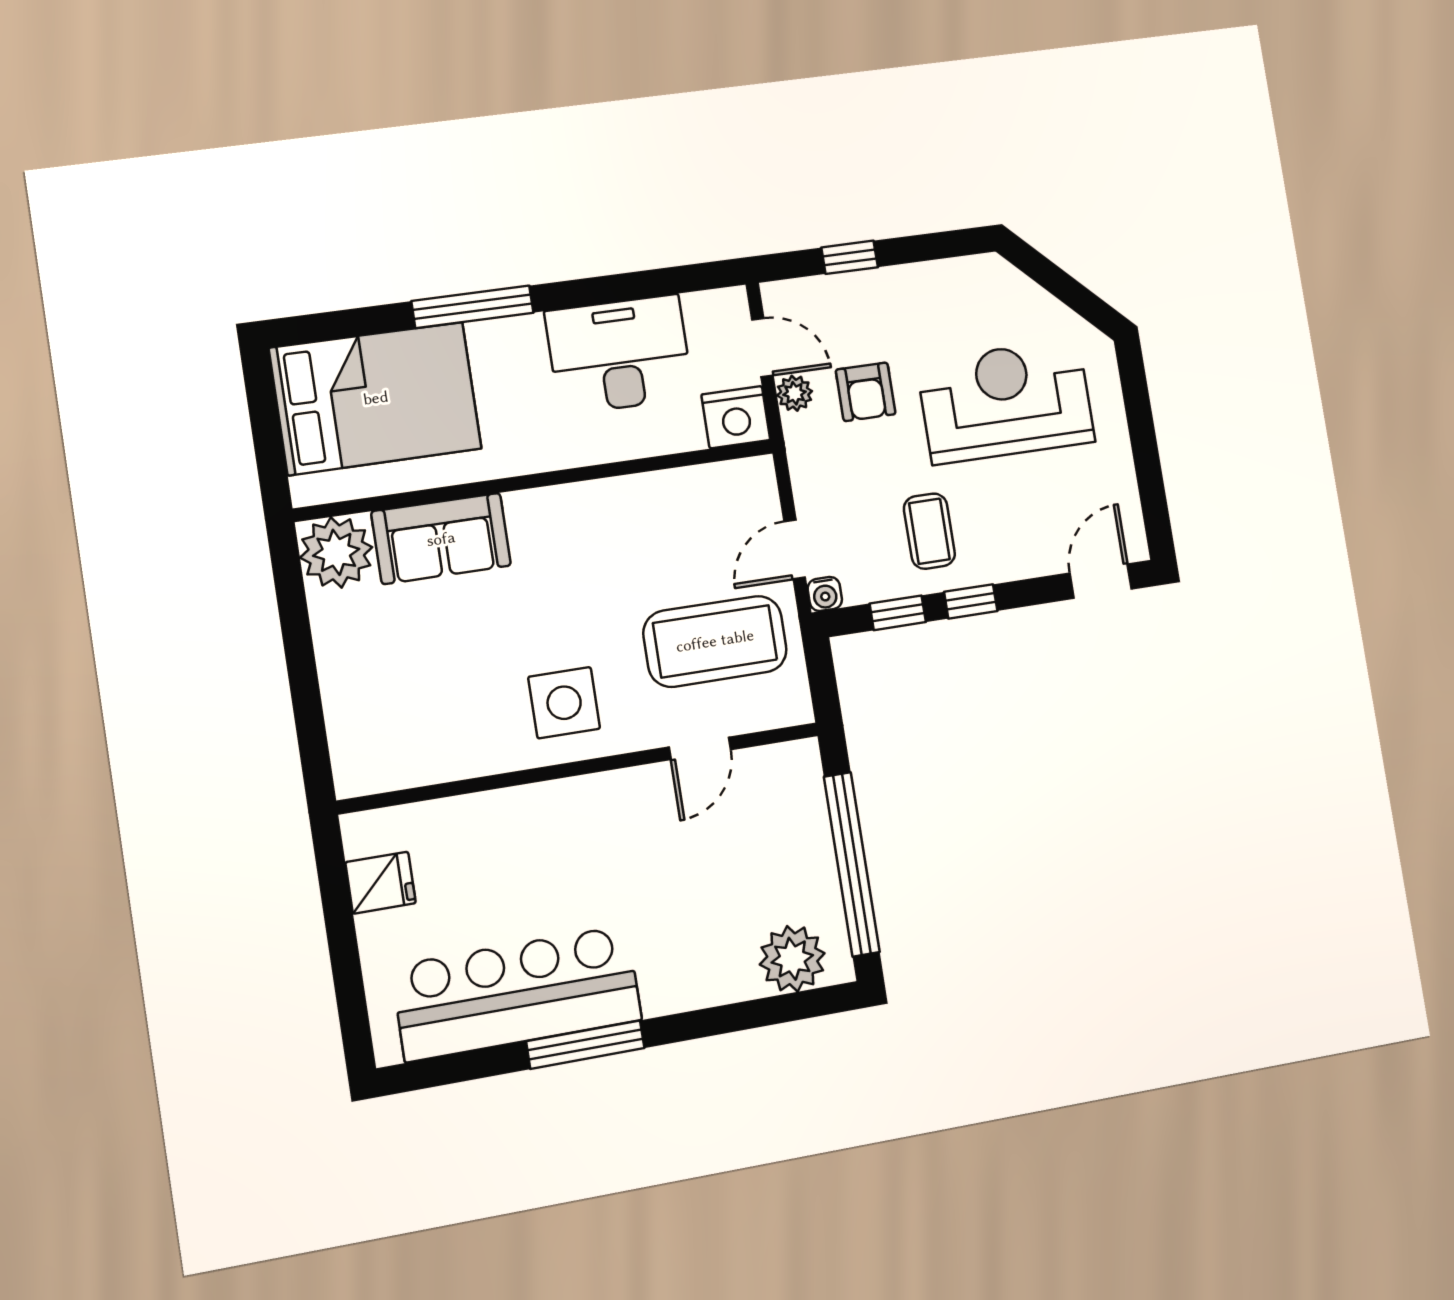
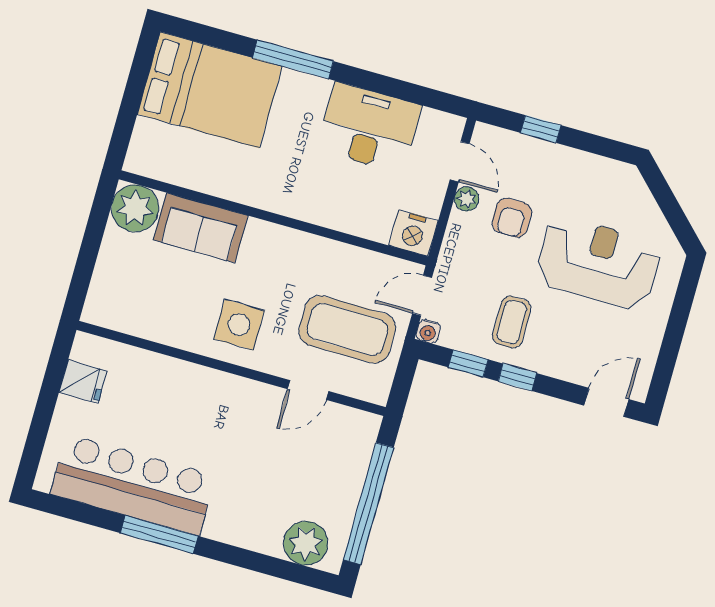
nightstand: (736, 417) -> (413, 233), moved
wall: (536, 480) -> (273, 218), moved
sofa: (441, 539) -> (201, 228), moved
plant: (336, 552) -> (135, 208), moved

